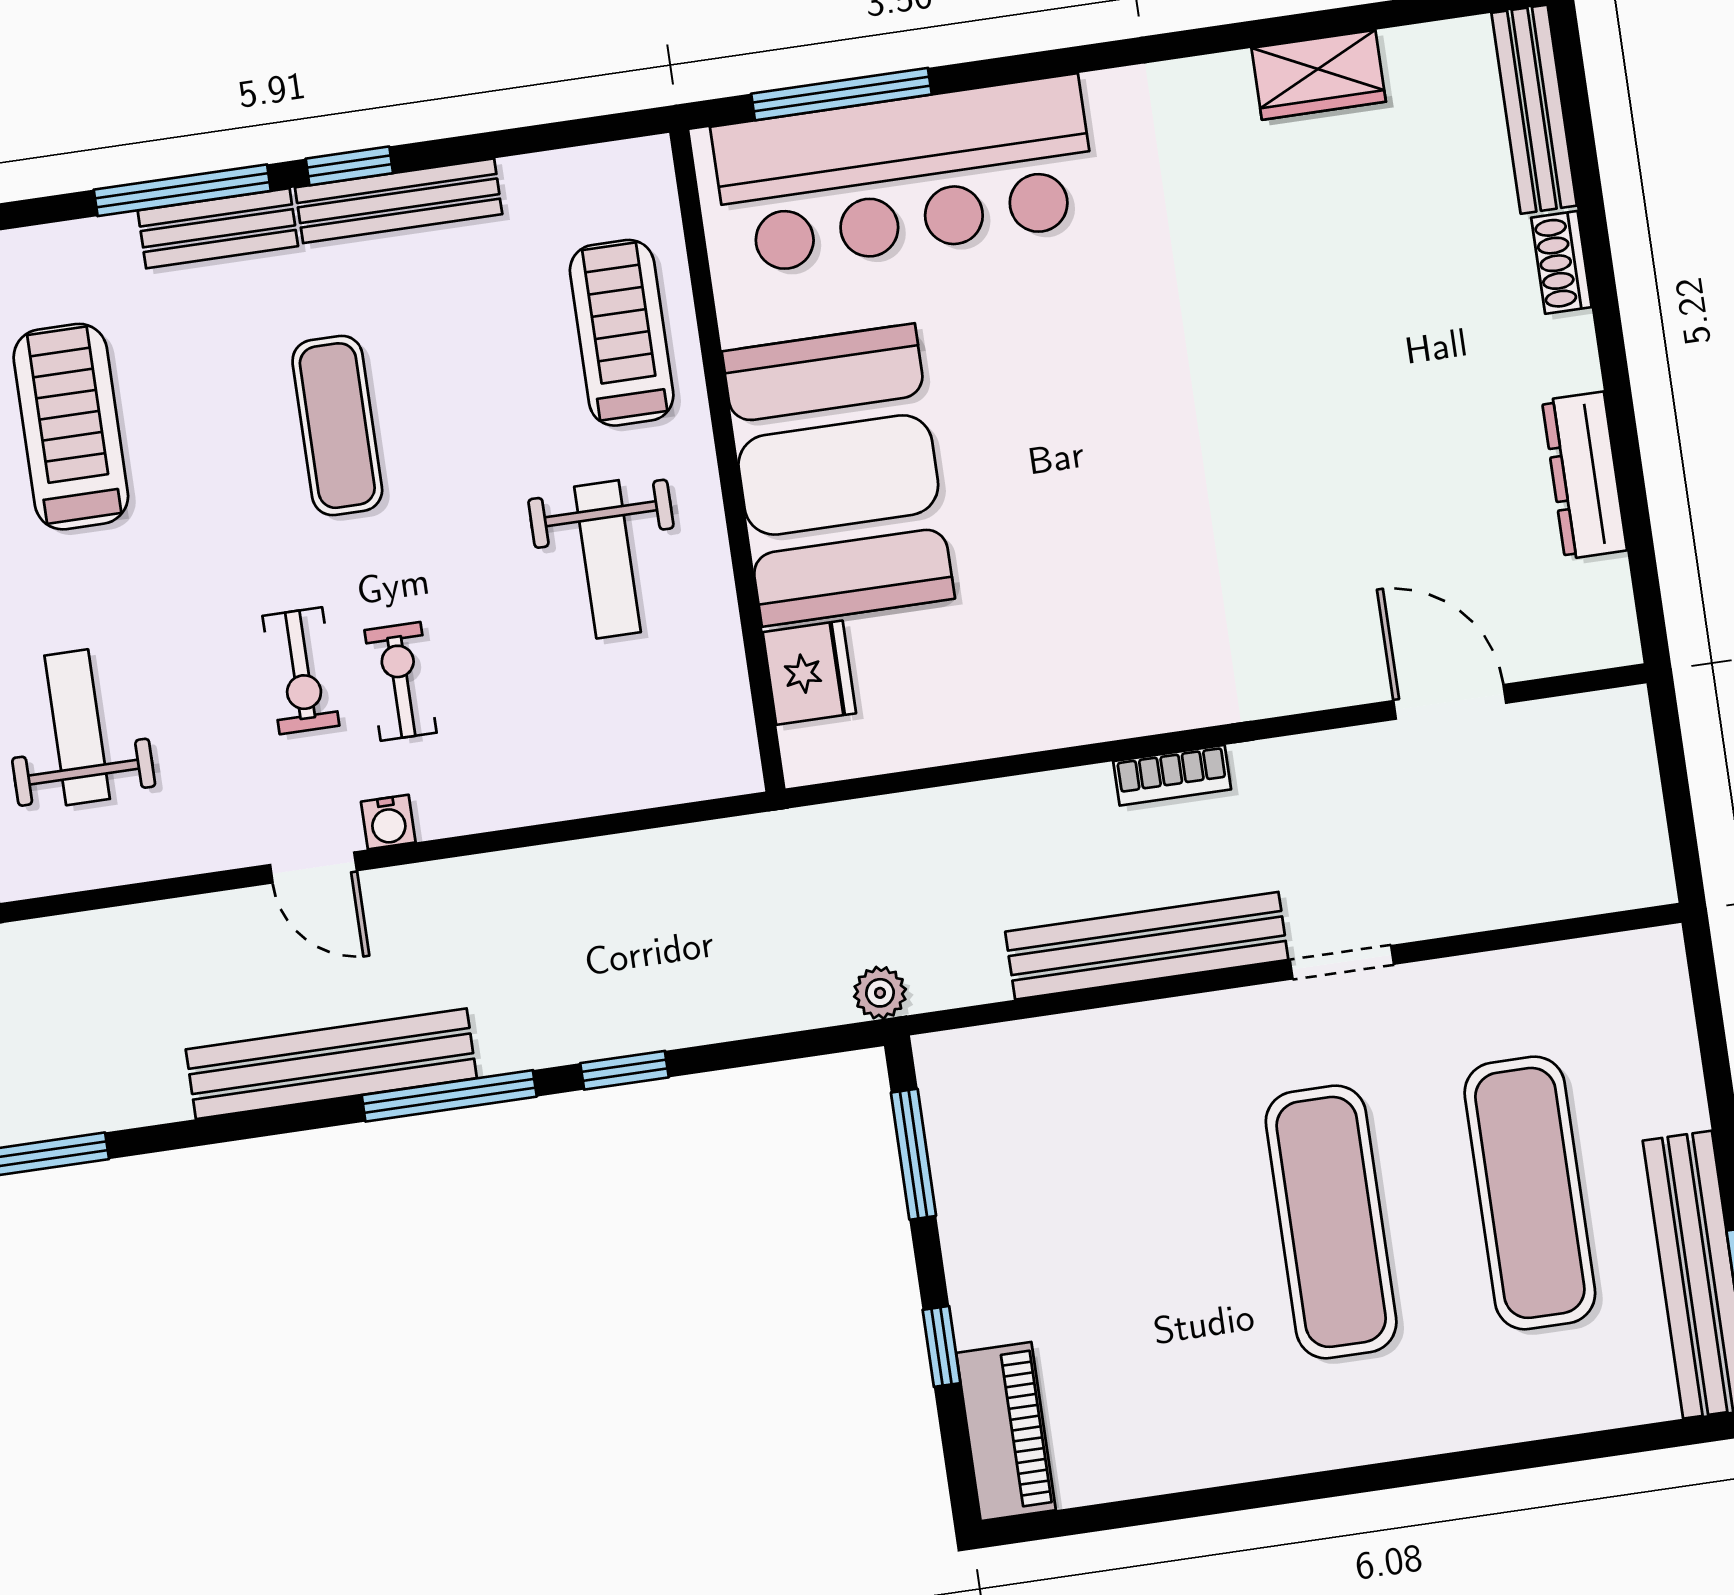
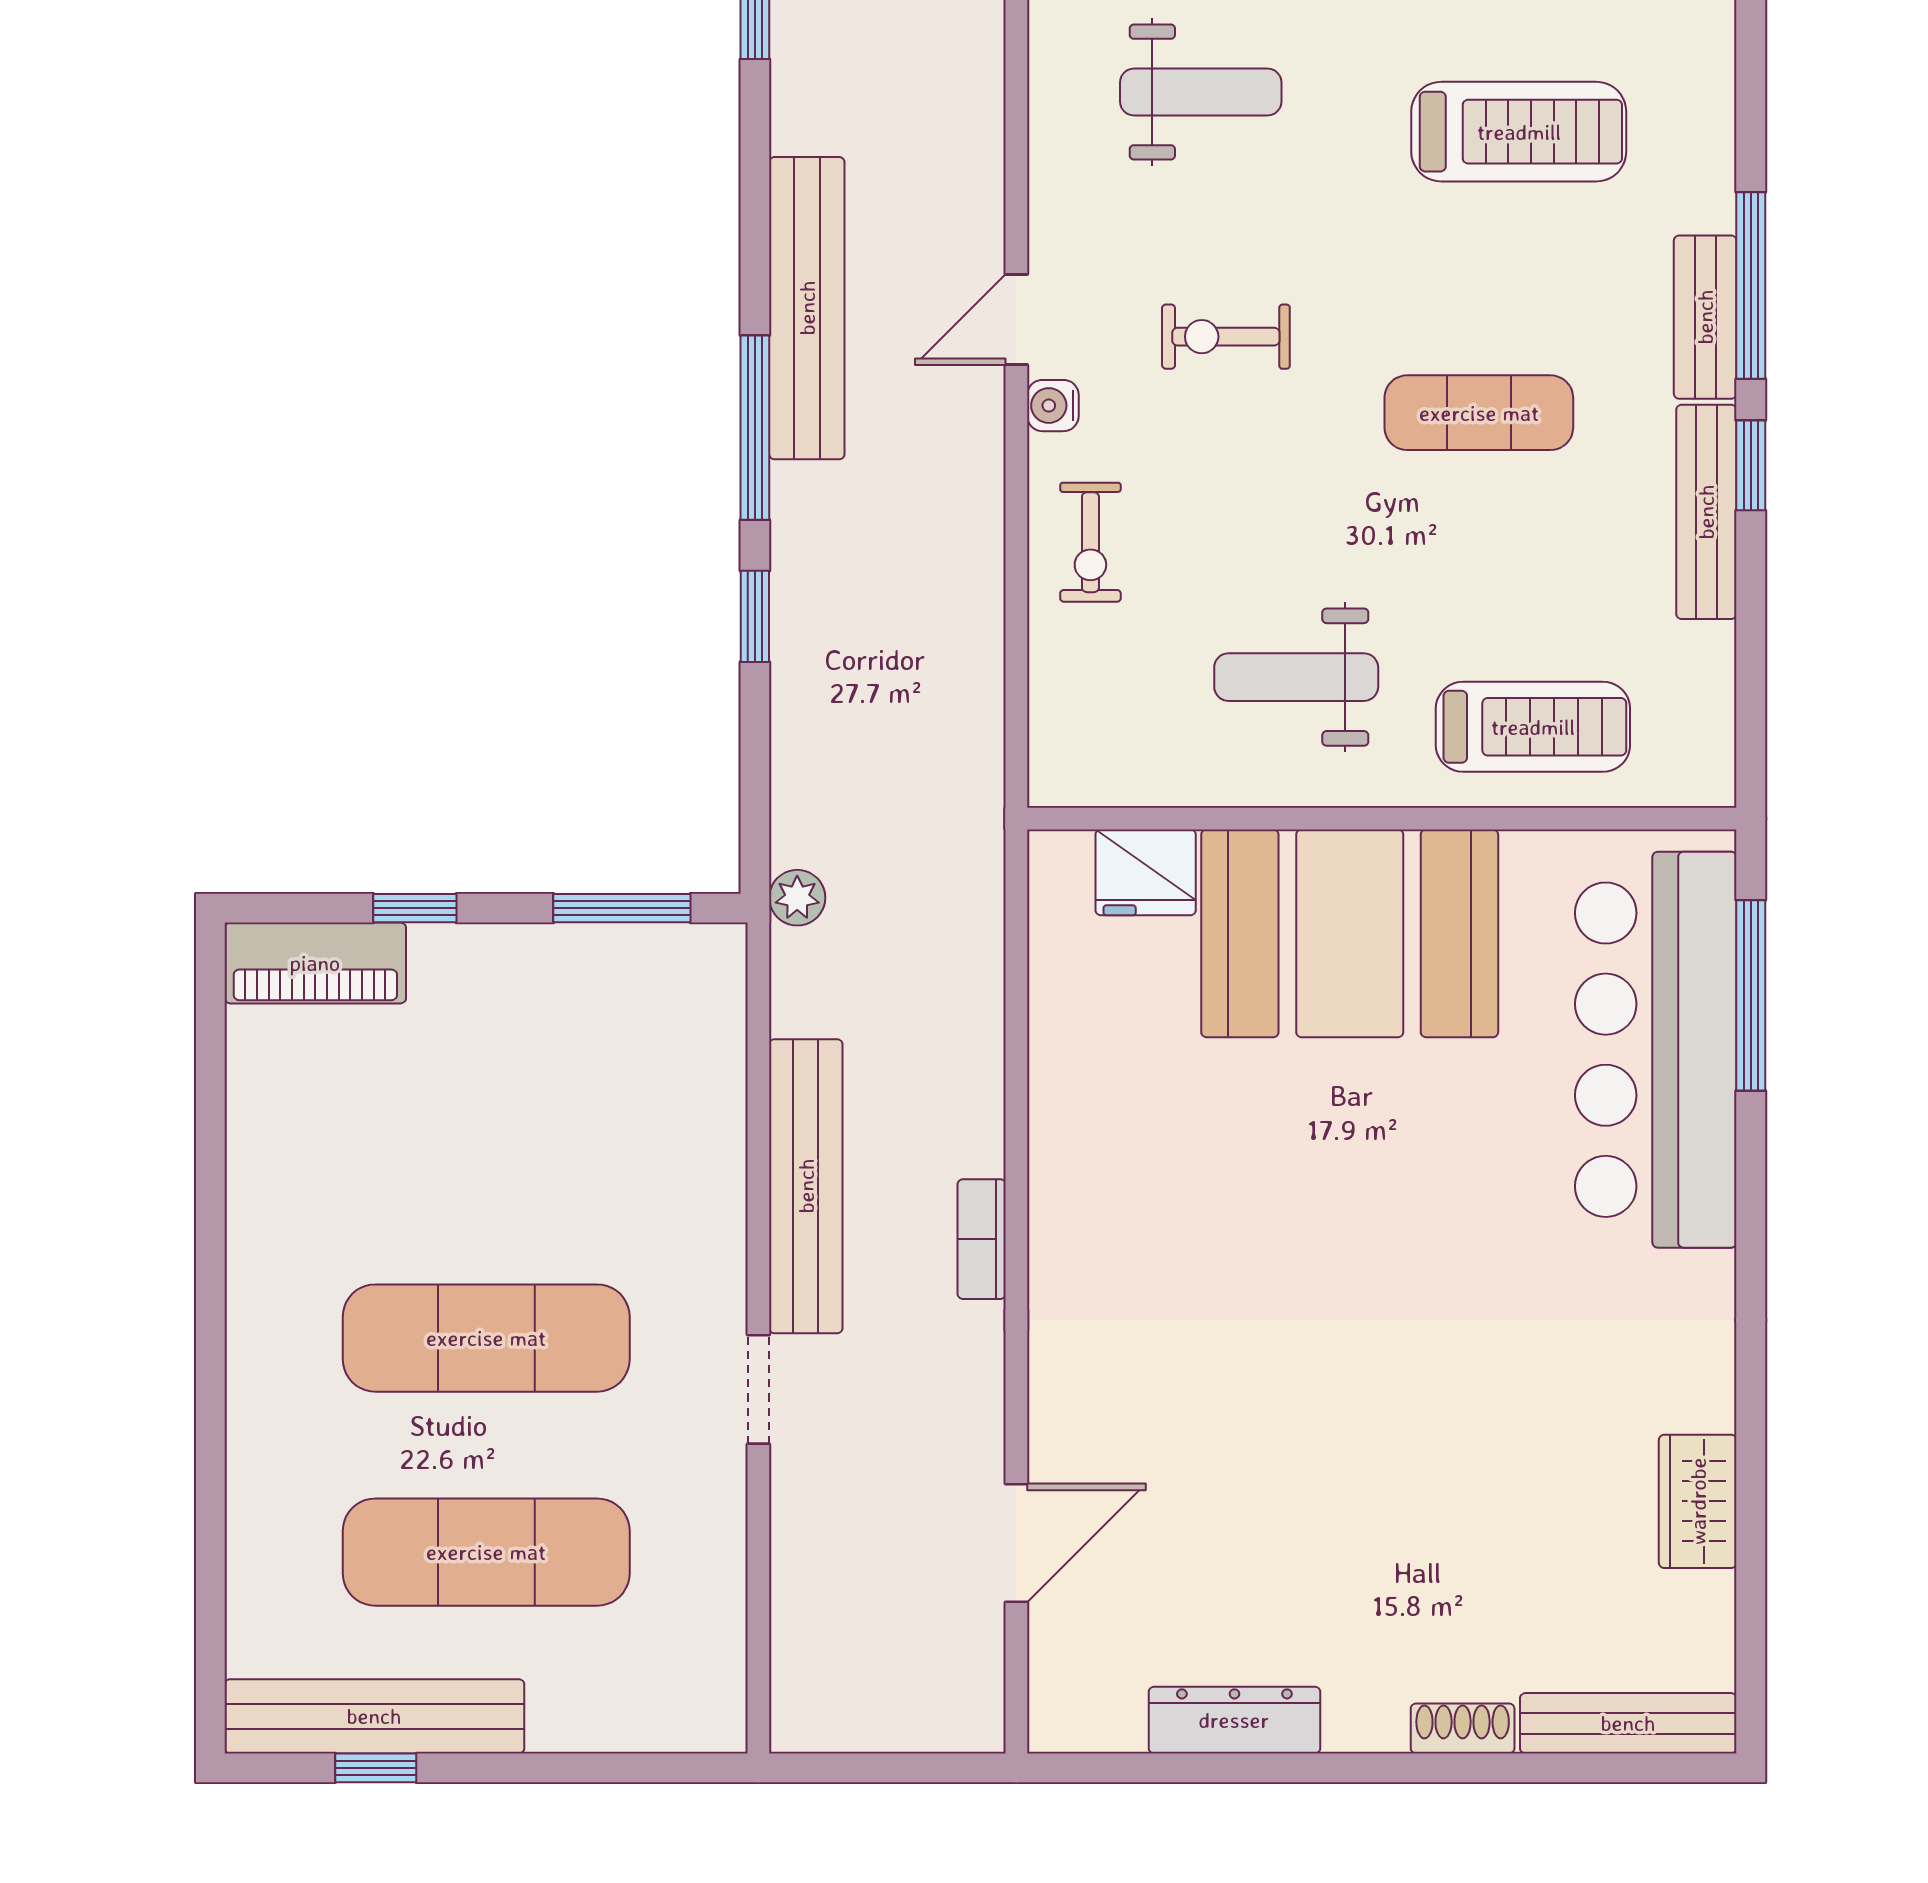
exercise bike: (401, 681) -> (1090, 542), moved, turned 90

